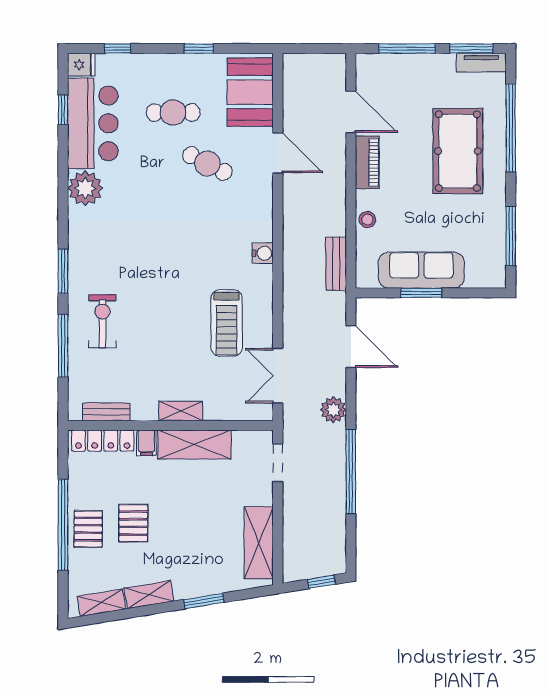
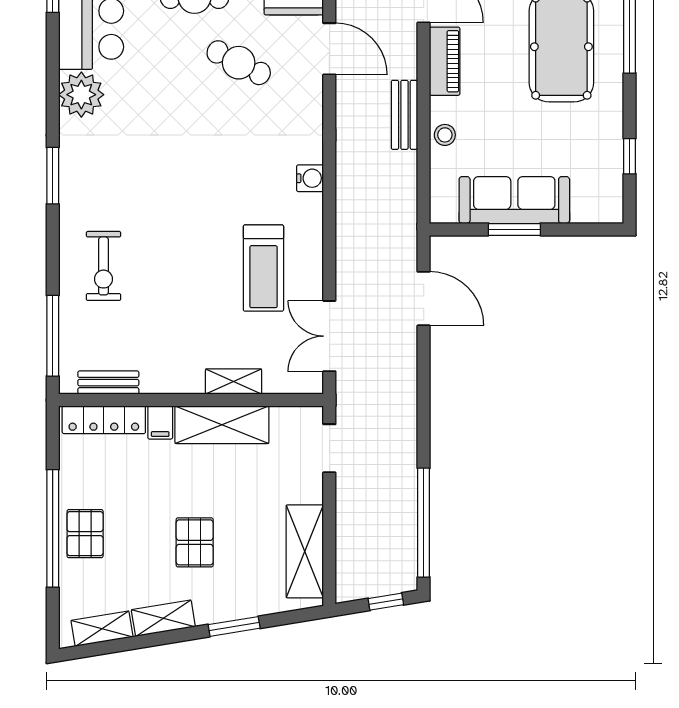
window: (511, 236) -> (630, 156), width x0.46
bench: (336, 264) -> (404, 115), moved
window: (63, 271) -> (53, 176), moved
exercise bike: (102, 321) -> (103, 266), turned 180
window: (63, 346) -> (53, 336), moved
plant: (333, 410) -> (401, 380), removed
shelving: (181, 411) -> (234, 382), moved
window: (351, 472) -> (424, 523), moved
pallet: (133, 523) -> (195, 542), moved

